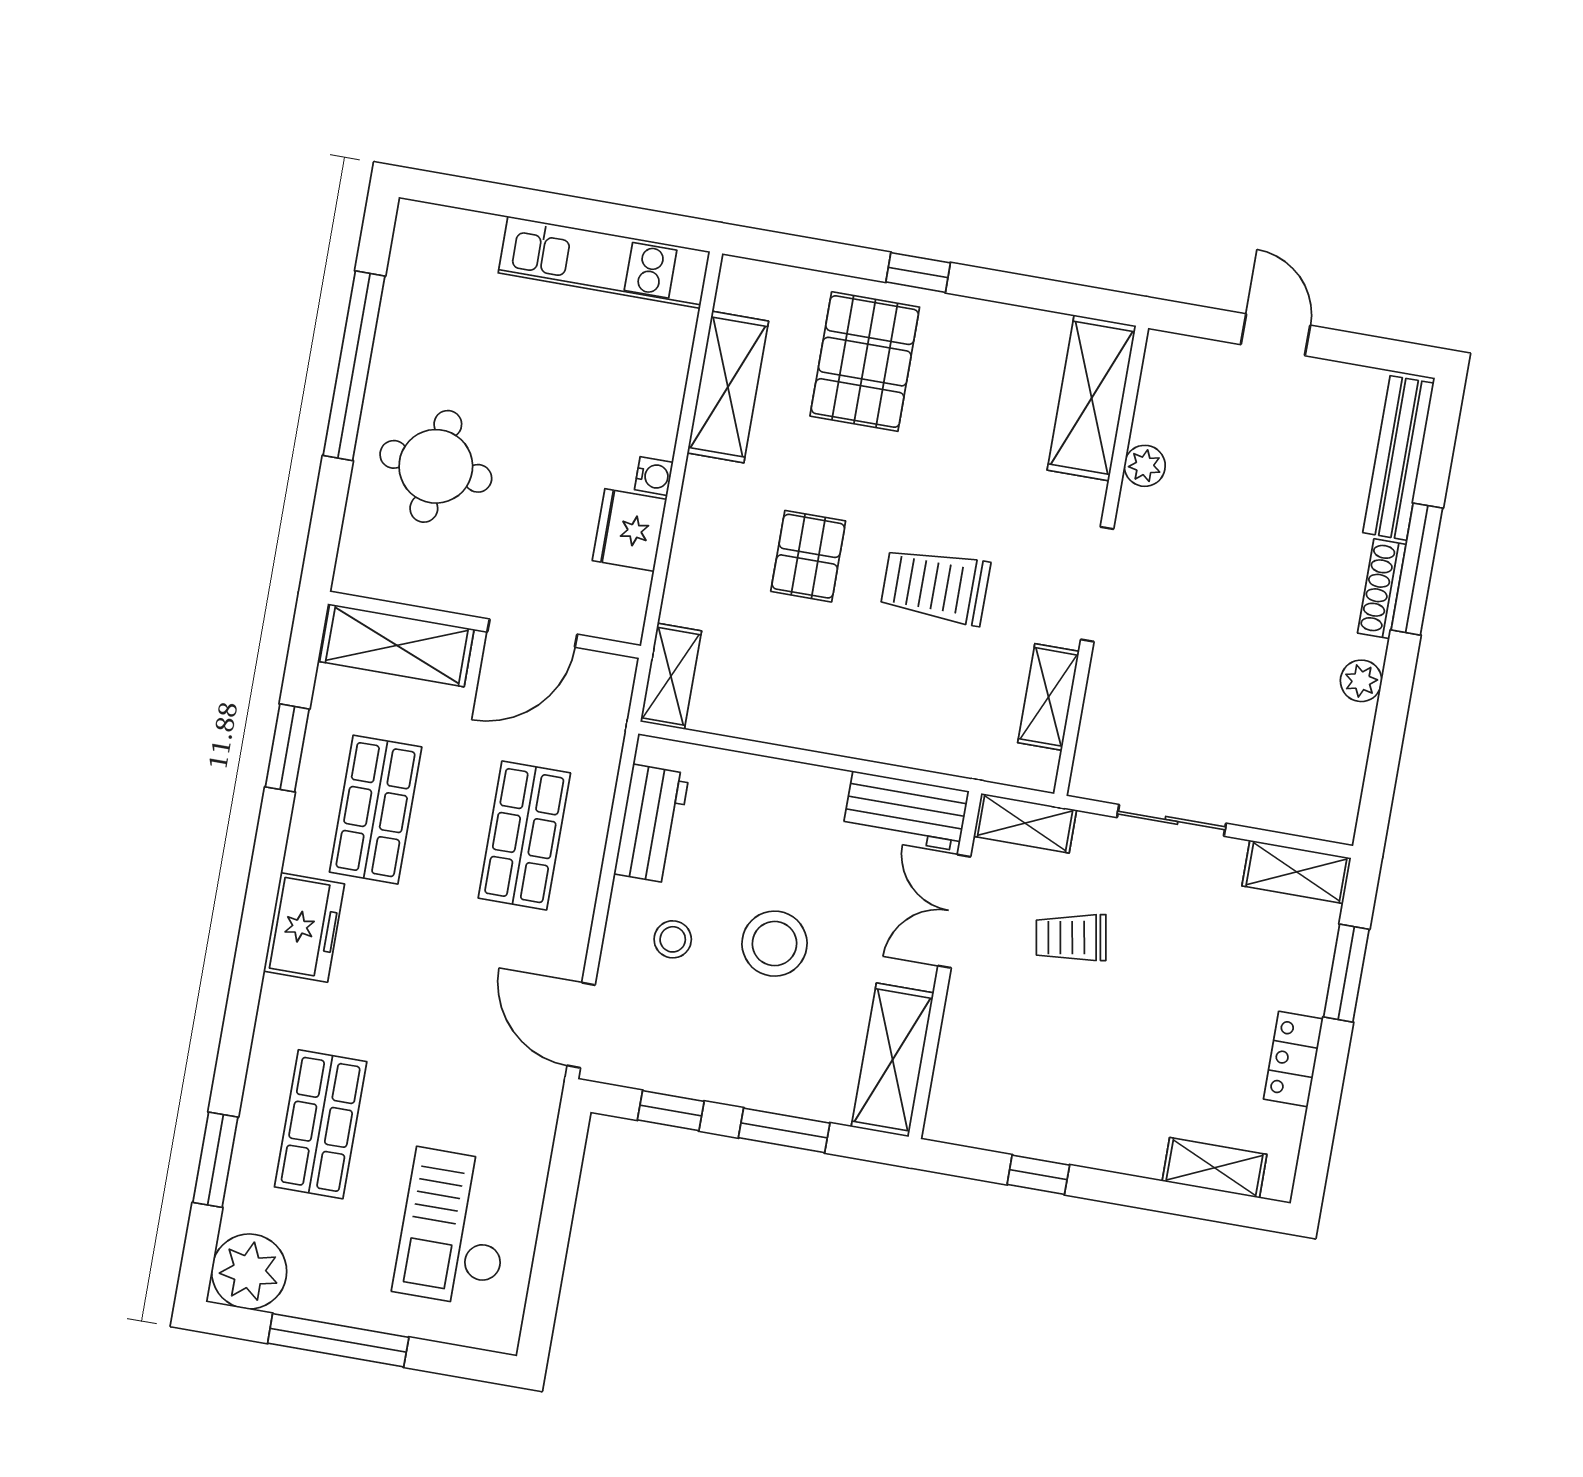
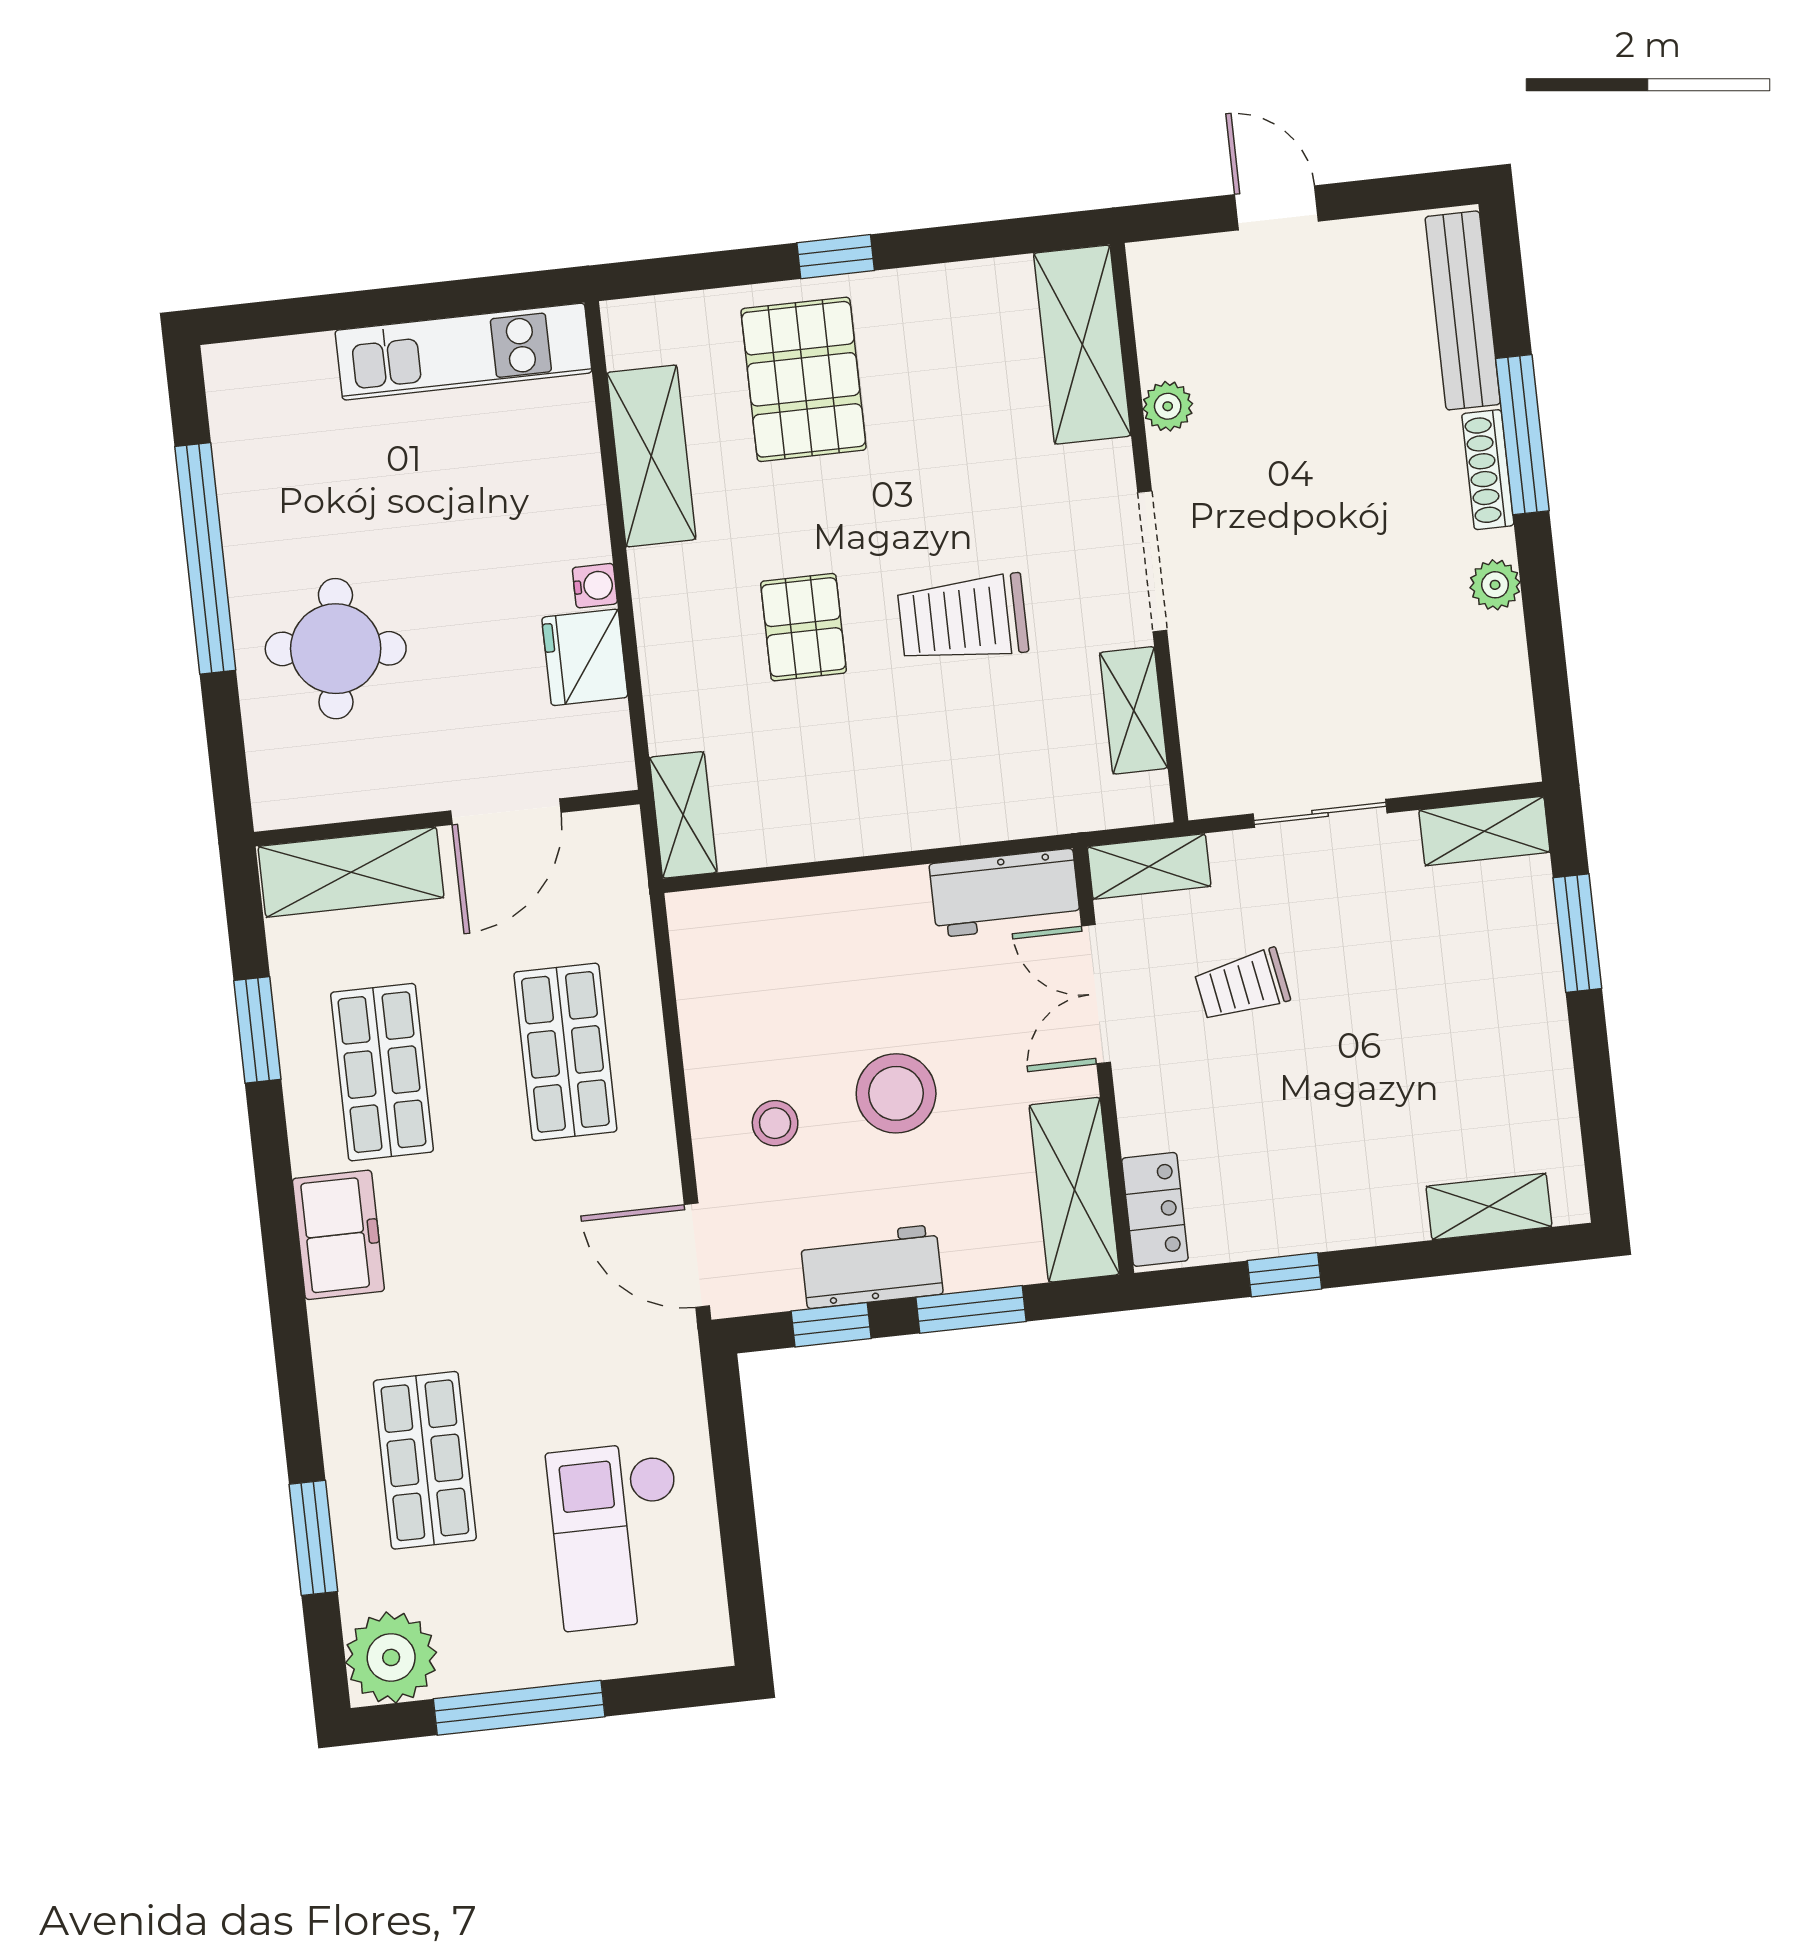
workbench: (652, 824) -> (872, 1267), moved, turned -90
locker: (1293, 1059) -> (1155, 1209), moved, turned 180

